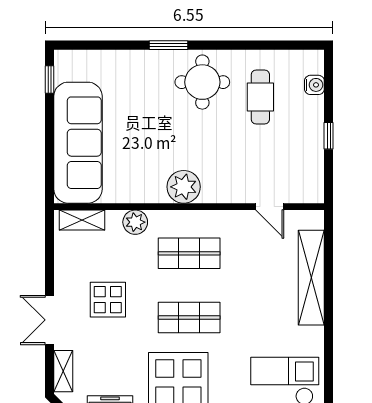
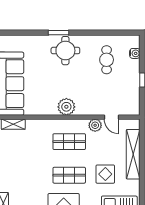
round table: (202, 82) -> (65, 51), moved
plant: (135, 222) -> (95, 125), moved
display table: (108, 300) -> (105, 174), moved

